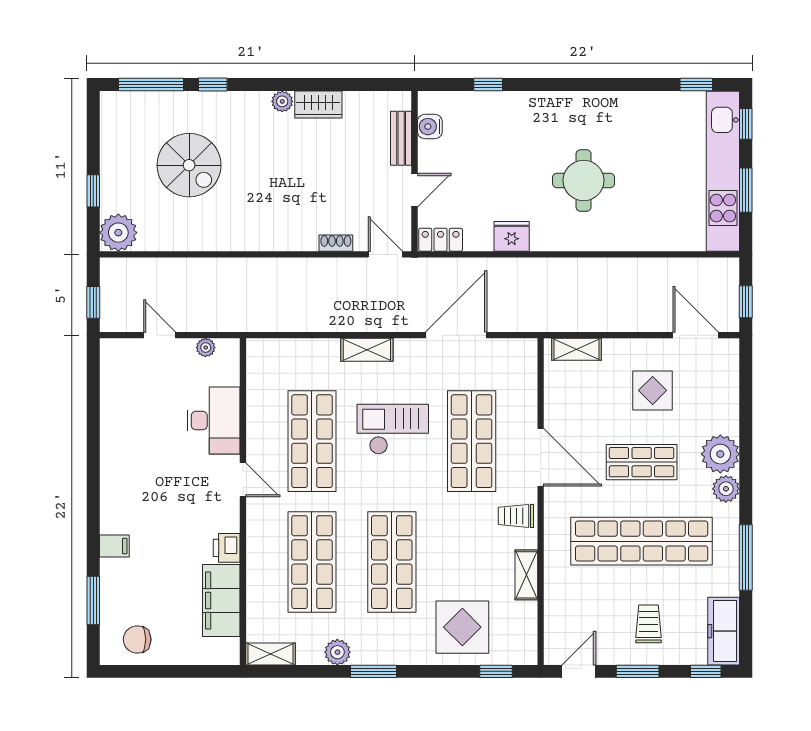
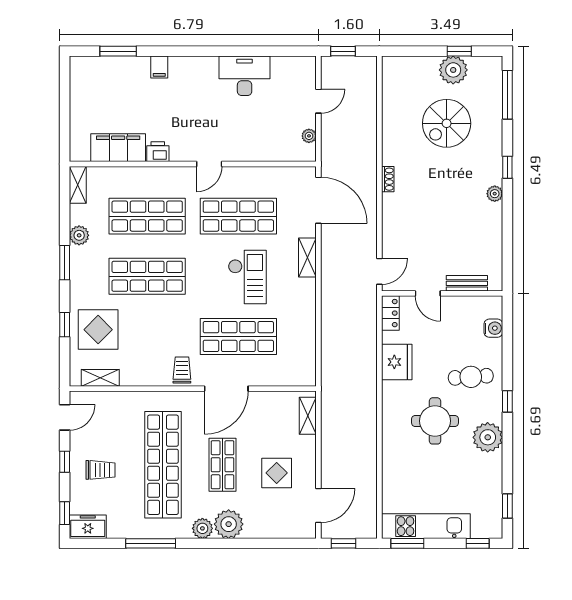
window: (213, 85) -> (507, 167), moved
window: (488, 85) -> (507, 401), moved
wardrobe: (318, 104) -> (492, 221), removed
plant: (605, 111) -> (488, 437), added
water cooler: (430, 127) -> (493, 328), moved, turned 90
cafe table: (525, 133) -> (471, 377), added
kitchen unit: (723, 171) -> (426, 526), width x0.73
window: (746, 190) -> (407, 543), moved
window: (93, 191) -> (459, 51), moved
plant: (118, 233) -> (453, 70), moved
fridge: (512, 236) -> (397, 362), width x1.36, depth x1.34
shoe rack: (336, 243) -> (388, 179), moved
door: (456, 335) -> (318, 200), moved
desk: (214, 421) -> (245, 76), moved, turned 180
shelving: (526, 575) -> (100, 378), moved
freezer: (724, 631) -> (88, 527), width x0.71
chair: (137, 639) -> (89, 84), removed
window: (496, 671) -> (65, 325), moved
door: (579, 671) -> (65, 417), hinge flipped
window: (638, 671) -> (65, 462), width x0.67

